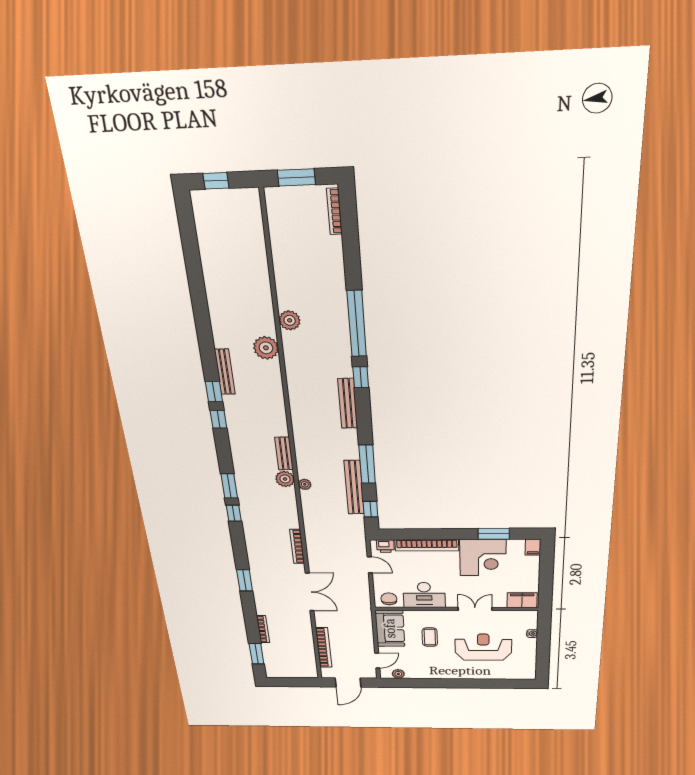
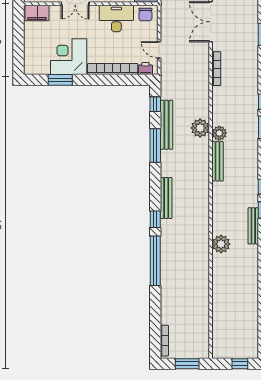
plant: (290, 320) -> (202, 265), removed
bench: (284, 453) -> (218, 161), width x1.36
plant: (305, 484) -> (200, 128), width x1.88, depth x1.88
filing cabinet: (533, 547) -> (30, 67), removed

